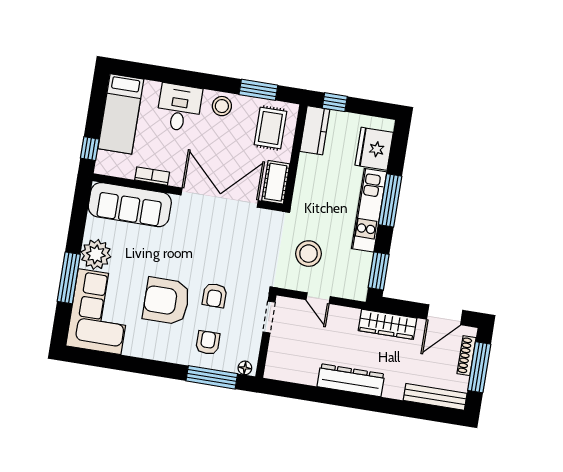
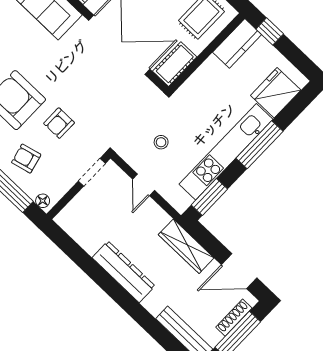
kitchen unit: (369, 210) -> (226, 152), width x1.36
stool: (309, 254) -> (161, 142), width x0.53, depth x0.53
armchair: (208, 343) -> (26, 159), turned -104

